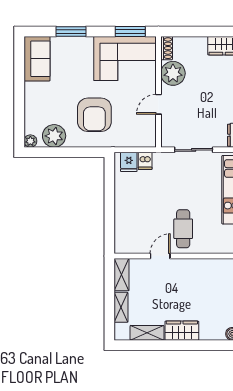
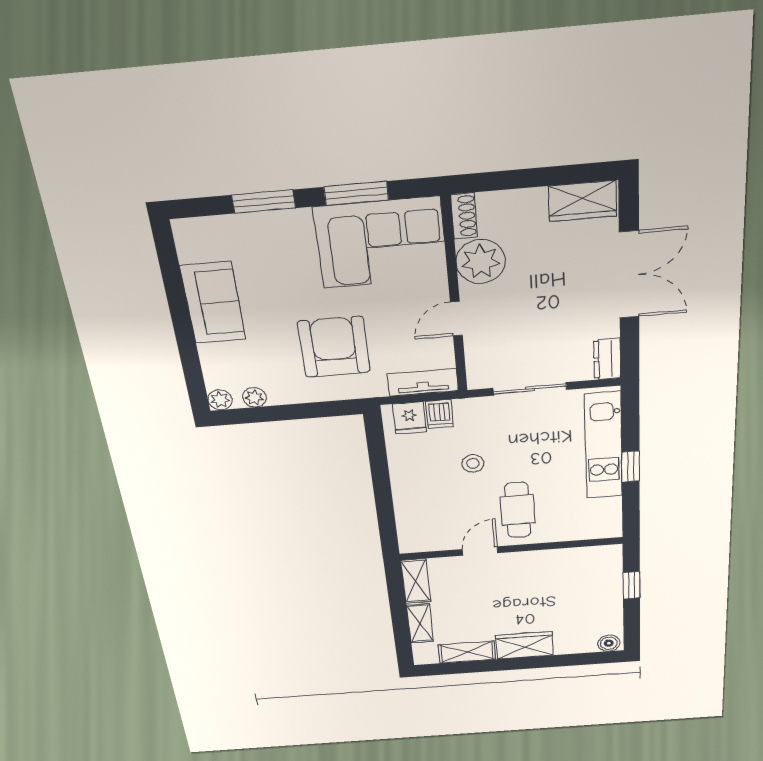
window: (130, 32) -> (356, 193), moved
sofa: (37, 59) -> (213, 303), moved
armchair: (94, 115) -> (334, 347), turned 180
plant: (54, 136) -> (254, 397), width x0.53, depth x0.53
tv unit: (138, 140) -> (423, 382), added
stool: (160, 195) -> (473, 463), added

